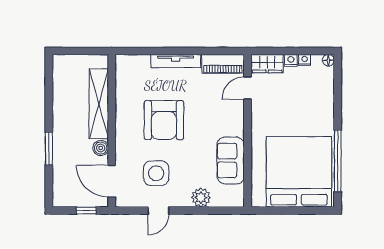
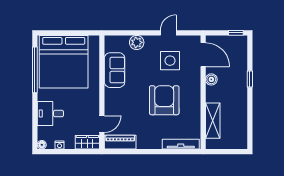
nightstand: (291, 60) -> (70, 145), removed
tv unit: (176, 61) -> (181, 144), moved
desk: (317, 102) -> (50, 114), added
shelving: (99, 104) -> (213, 121), width x0.68
window: (49, 149) -> (250, 79), width x0.67
window: (86, 211) -> (236, 33), moved

